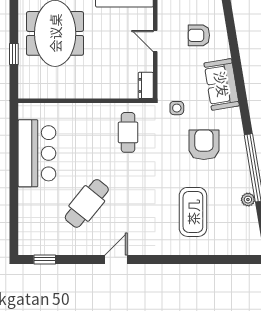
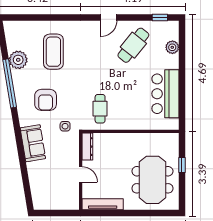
armchair: (199, 35) -> (49, 178), removed
dresser: (146, 85) -> (87, 147), width x1.44
plant: (248, 200) -> (18, 60), width x1.87, depth x1.87
cafe table: (87, 203) -> (133, 45), moved
plant: (27, 218) -> (172, 47), added

